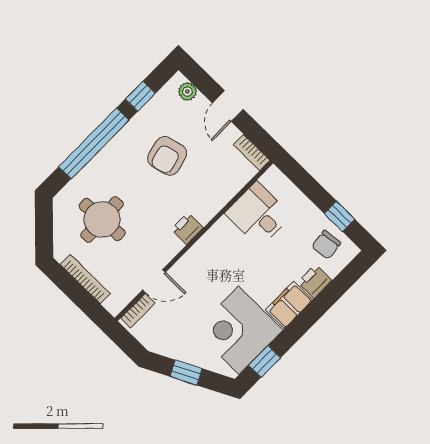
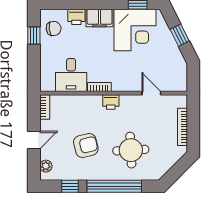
round table: (102, 219) -> (131, 150), moved
bookcase: (138, 311) -> (99, 87), moved

